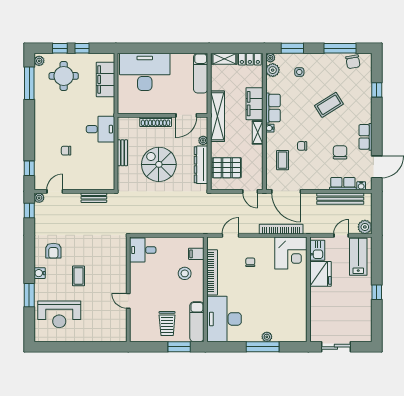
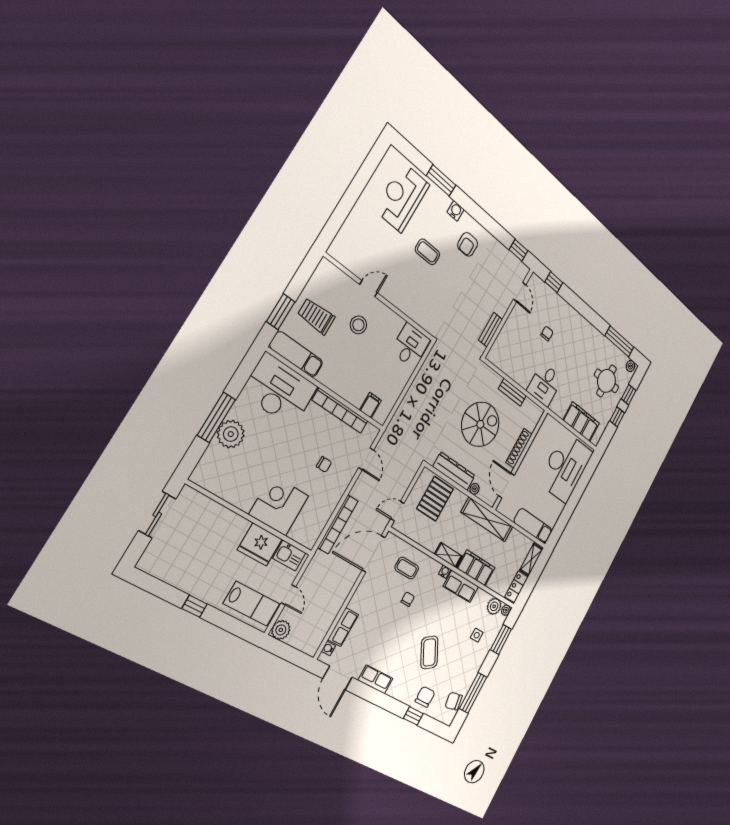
chair: (340, 152) -> (425, 697), moved, turned -90
plant: (39, 198) -> (523, 270), removed
bench: (340, 199) -> (329, 615), removed
armchair: (53, 251) -> (468, 244), turned -90
corner desk: (291, 253) -> (279, 505), moved, turned 90
stool: (185, 273) -> (358, 325), moved
plant: (267, 337) -> (231, 434), width x1.88, depth x1.88

